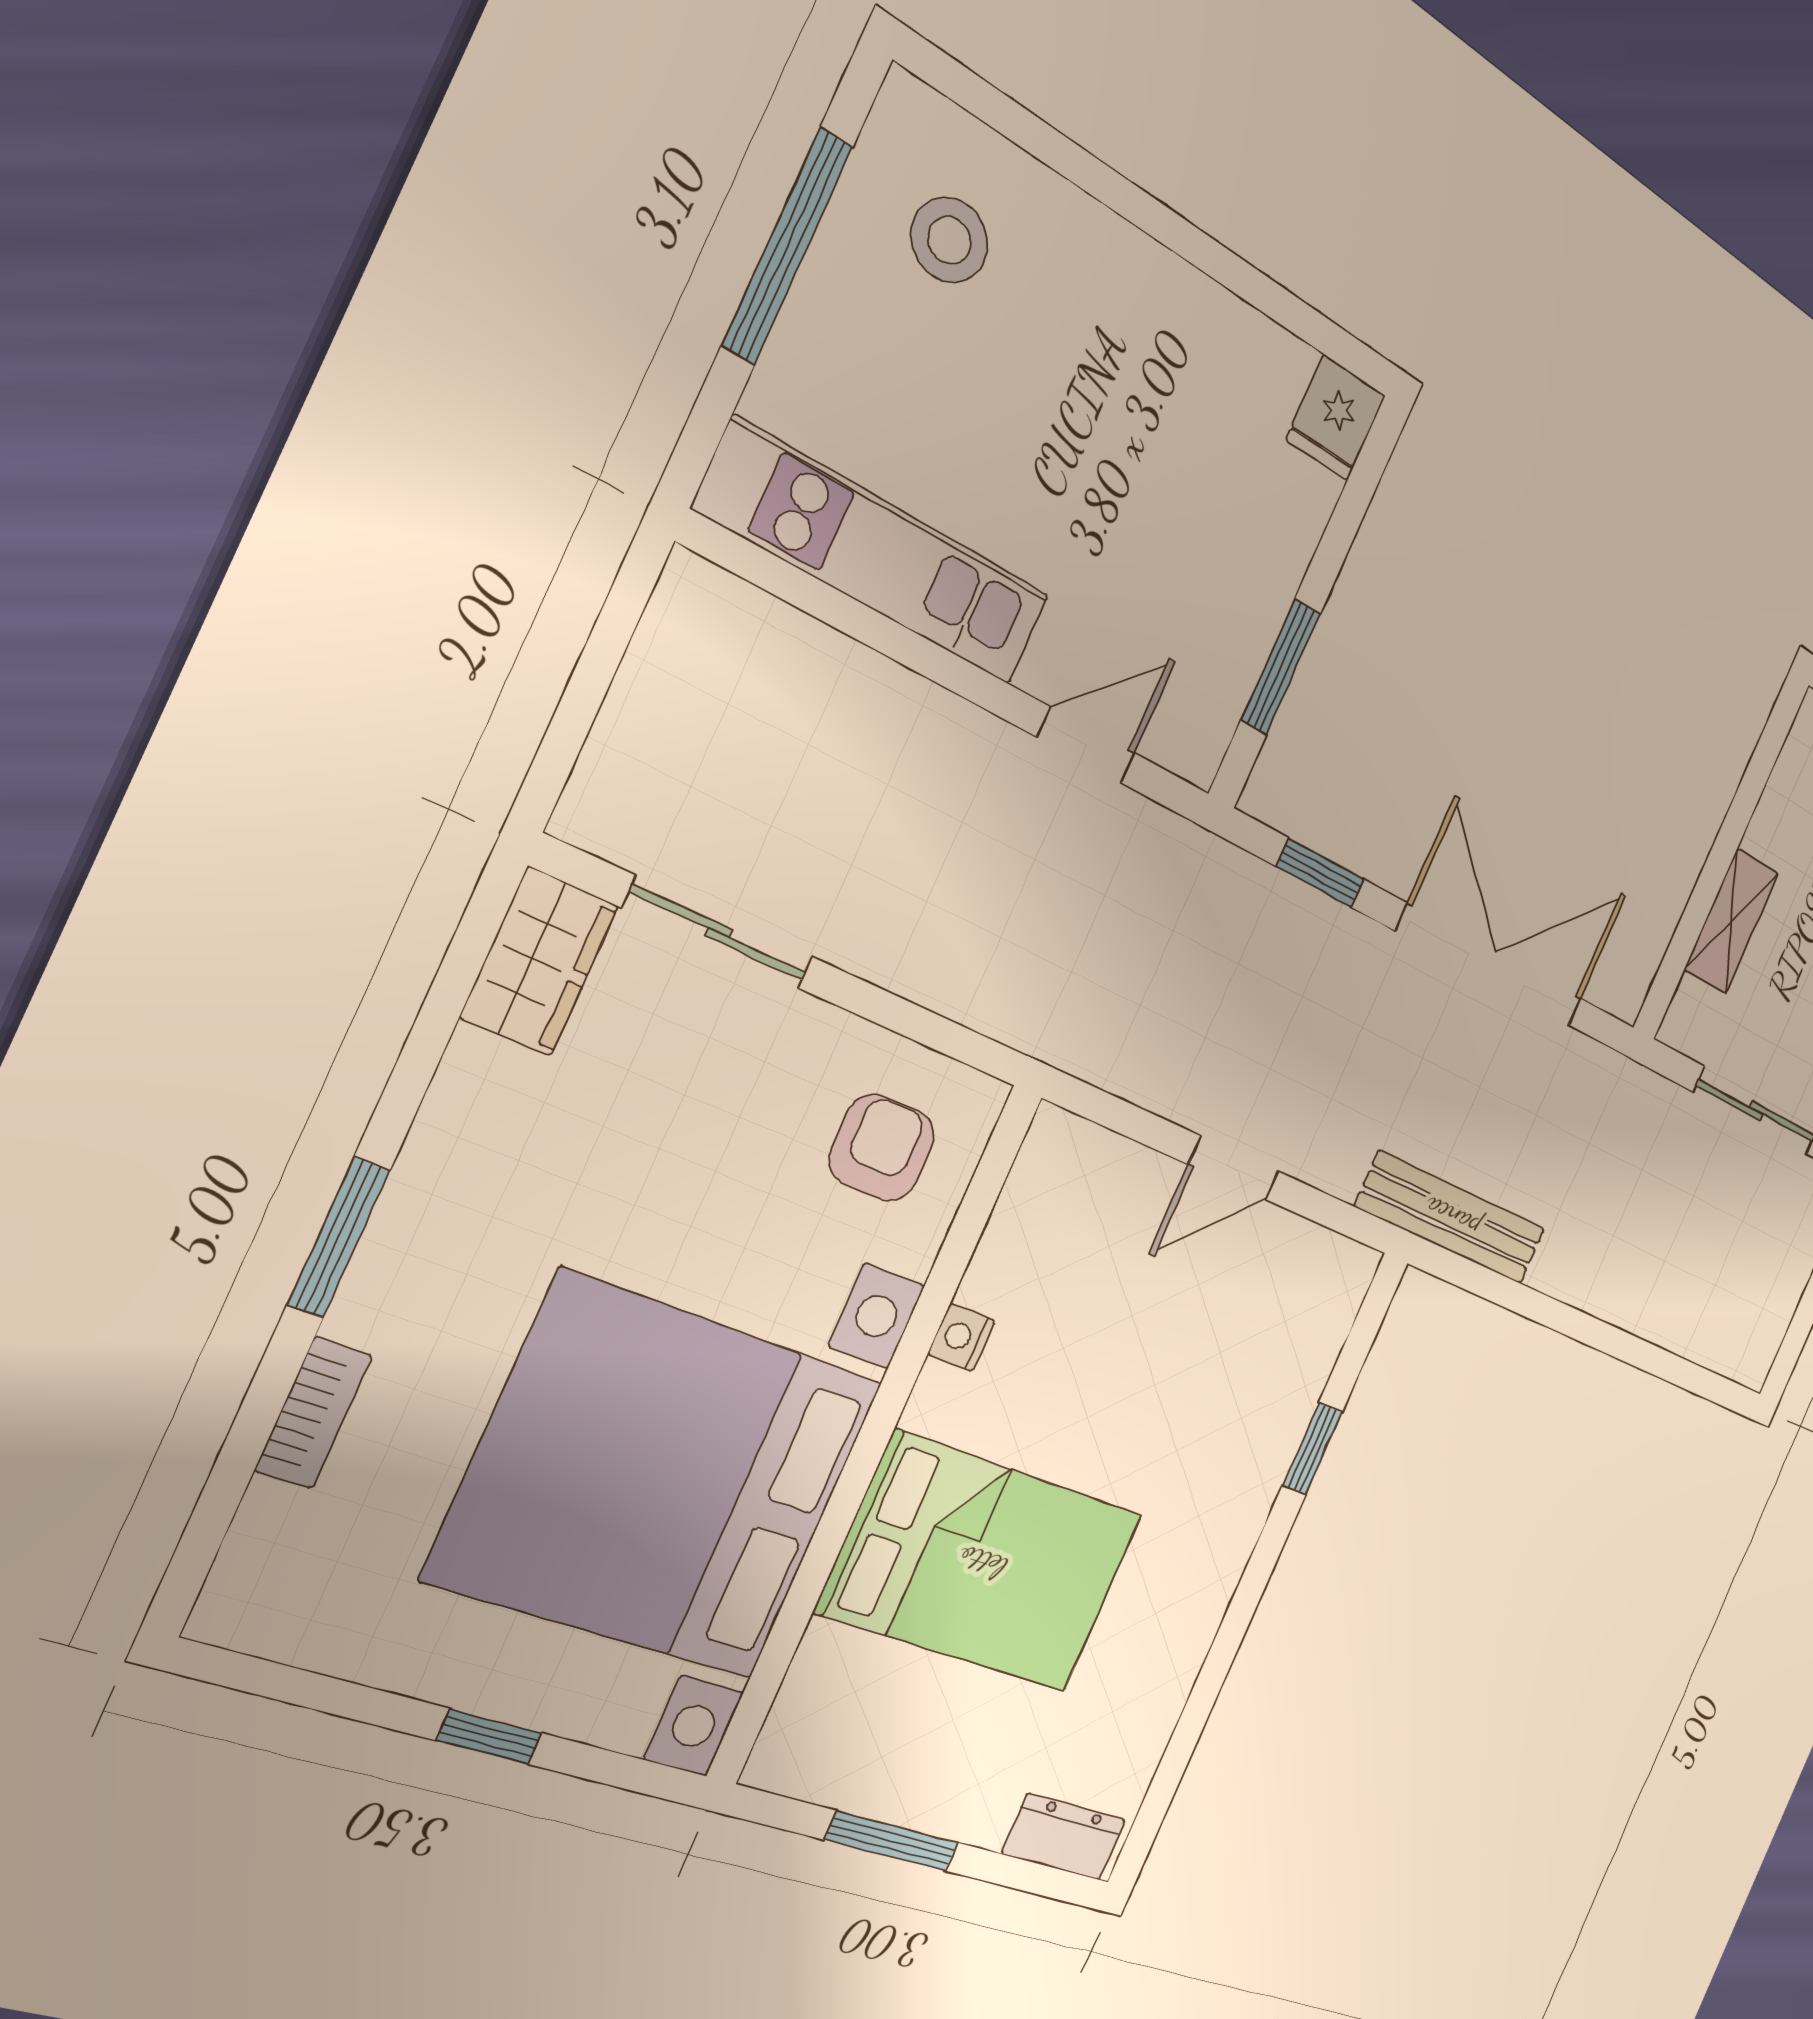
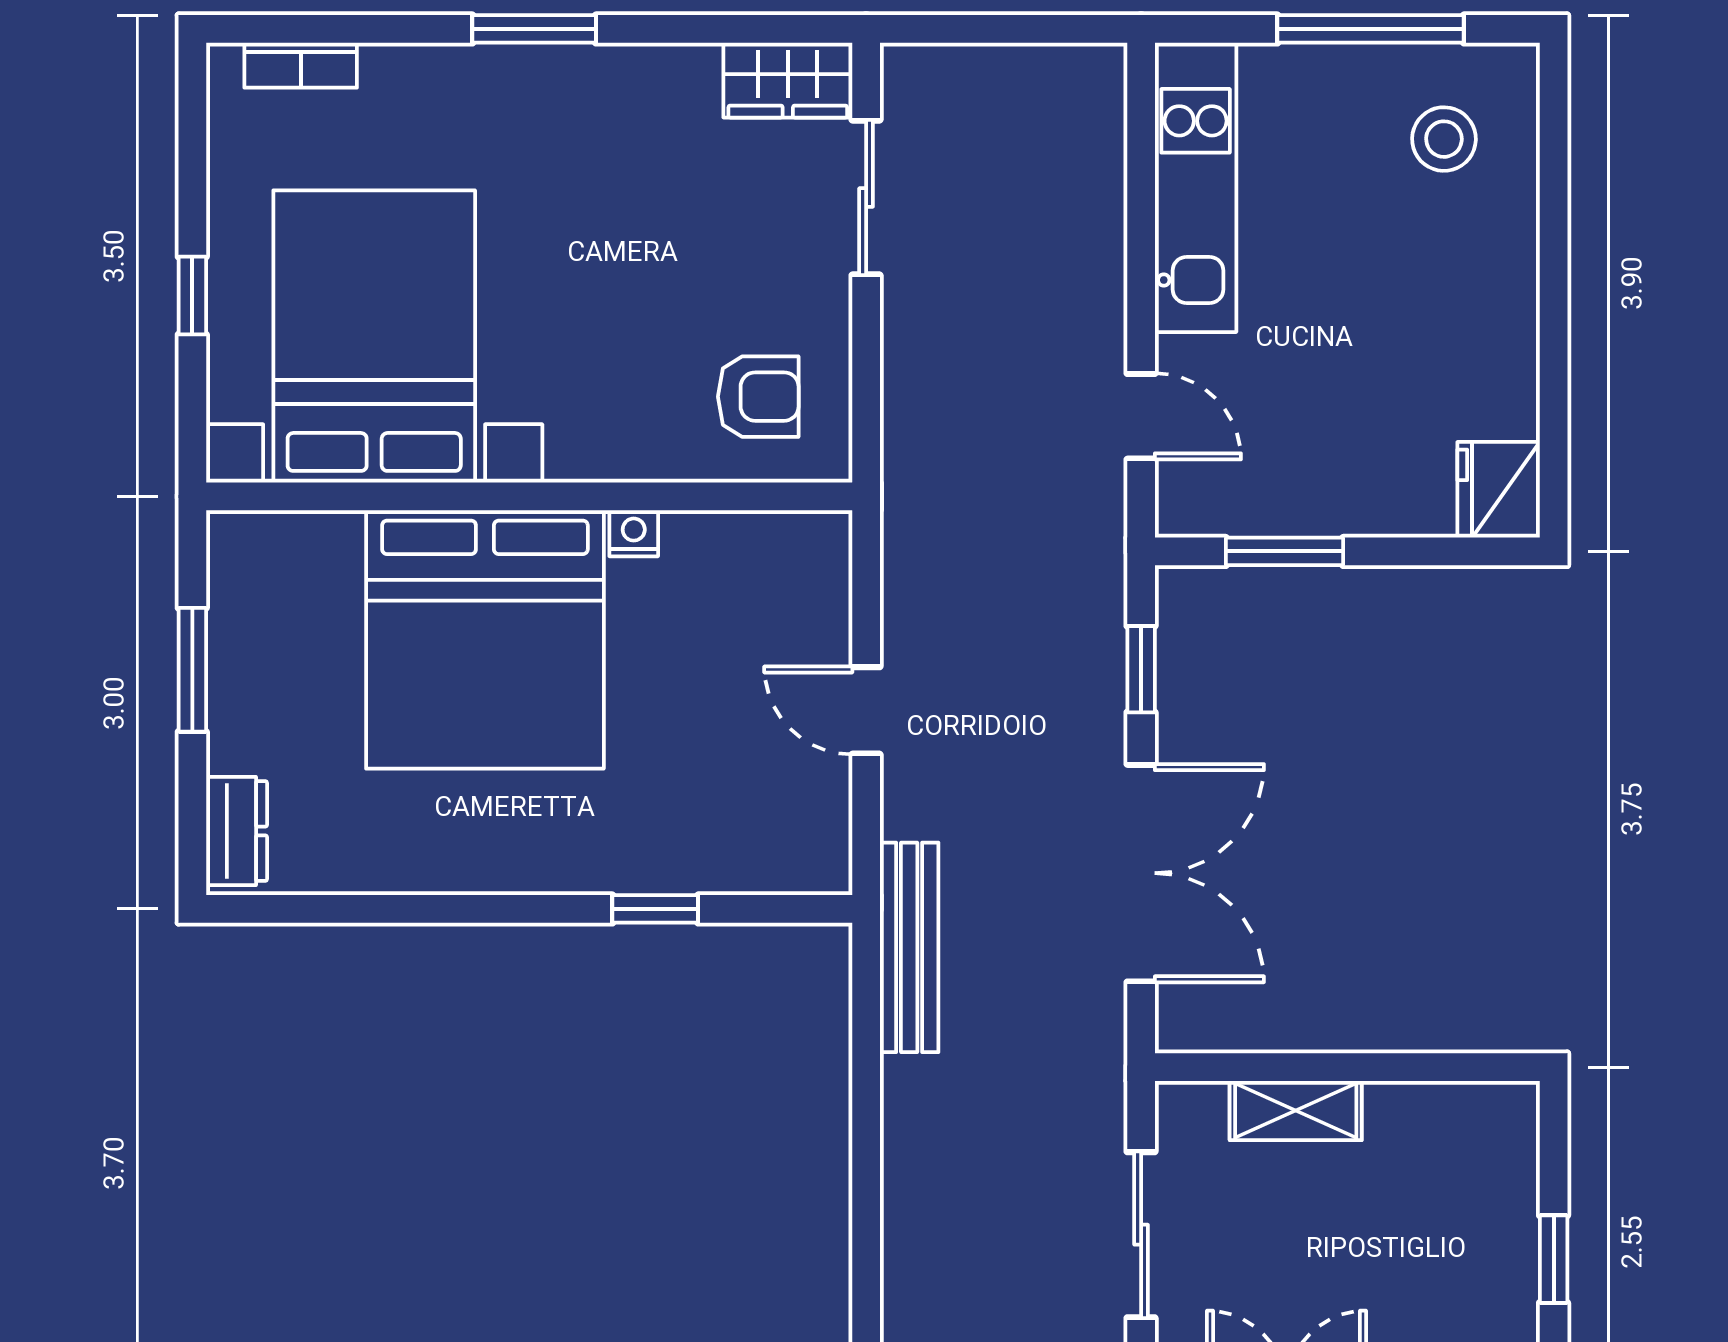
fridge: (1336, 418) -> (1499, 490), width x1.38
bookcase: (313, 1413) -> (301, 65), moved
bed with nightstands: (658, 1479) -> (374, 336), width x0.73
bed: (982, 1563) -> (485, 639), width x1.36

